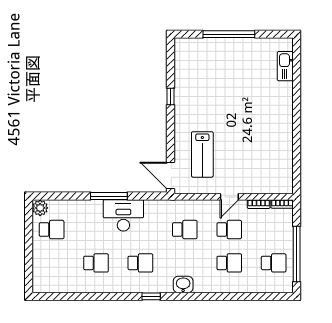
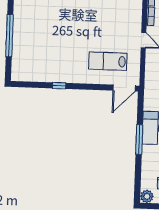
lab bench: (202, 154) -> (108, 61), turned 180

